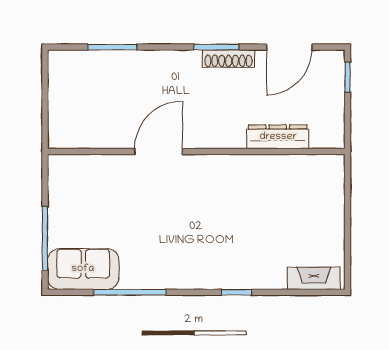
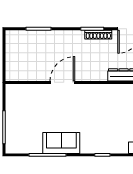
sofa: (83, 269) -> (61, 143), moved

